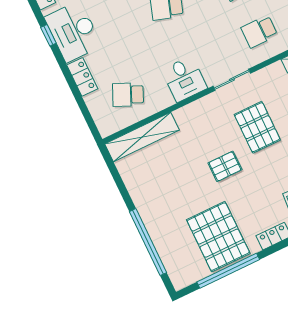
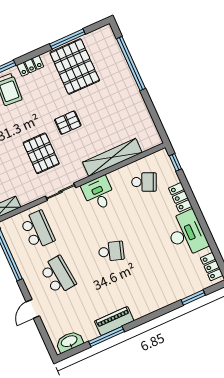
school desk: (259, 31) -> (38, 230), width x1.85
window: (48, 35) -> (175, 162), moved
shelving: (142, 137) -> (112, 157), moved
window: (228, 271) -> (67, 39), width x0.68

